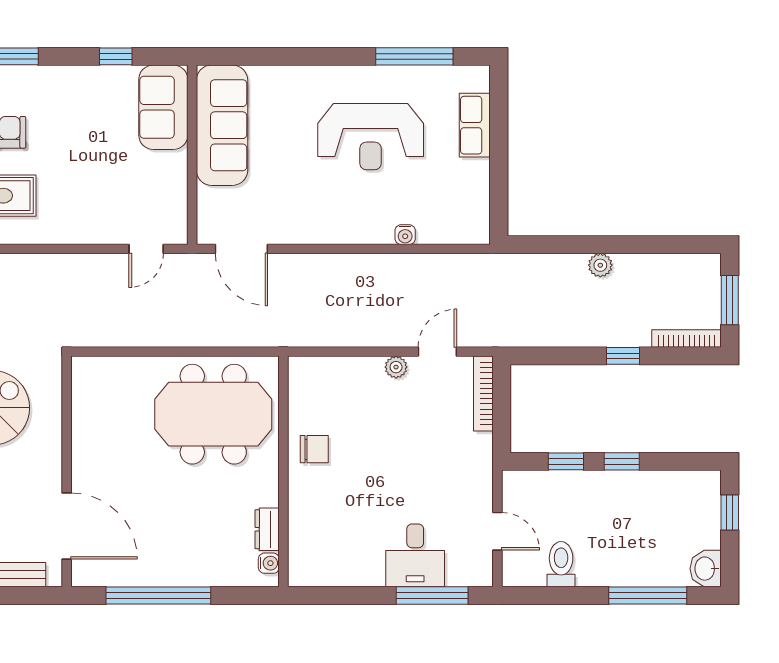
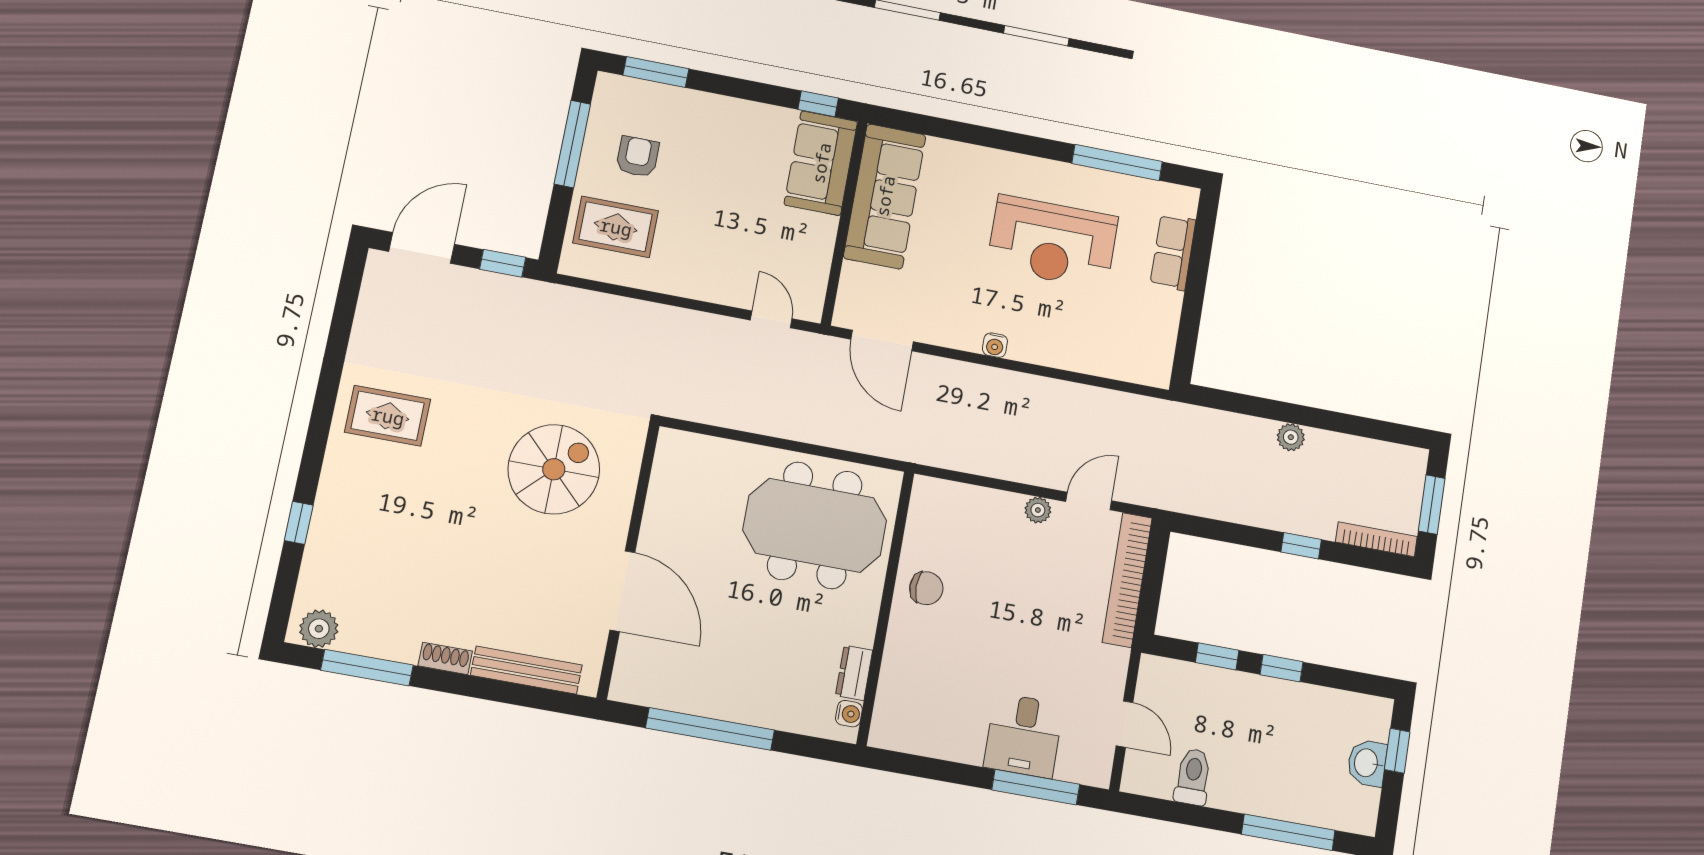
window: (116, 56) -> (818, 104), moved
water cooler: (405, 235) -> (995, 345), moved
door: (146, 249) -> (771, 319), swing flipped
bookcase: (483, 394) -> (1127, 580), width x1.48, depth x1.31
door: (67, 526) -> (622, 591), moved
washbasin: (706, 569) -> (1367, 763), moved

